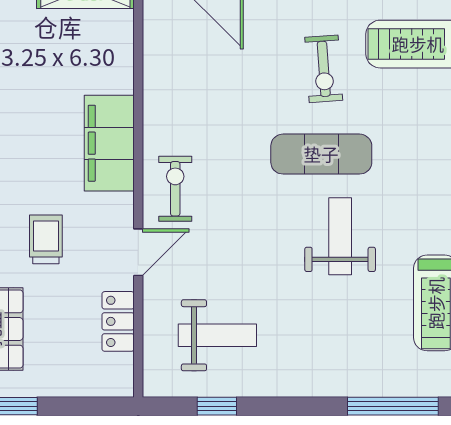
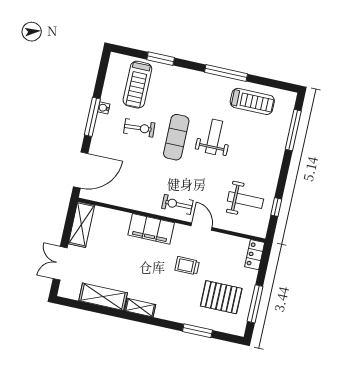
weight bench: (340, 236) -> (214, 137), turned 90
locker: (118, 321) -> (255, 255), moved, turned 90
weight bench: (217, 335) -> (245, 200), turned 90

